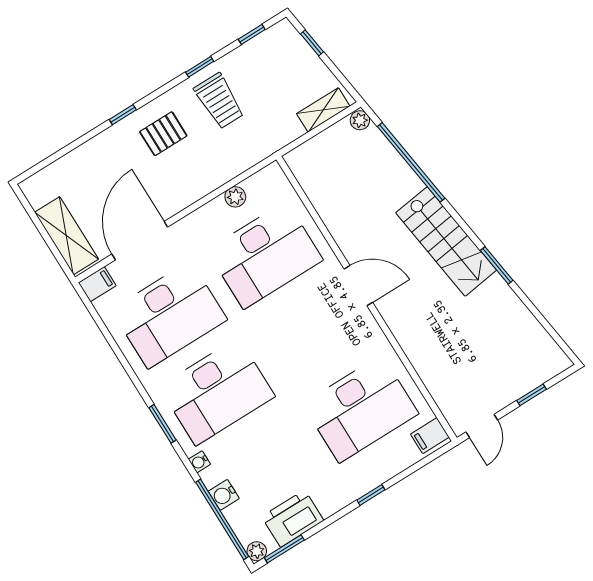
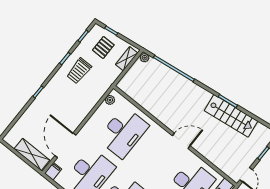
trolley: (219, 101) -> (79, 71), turned 90
pallet: (163, 134) -> (103, 47), moved
plant: (235, 197) -> (110, 100), moved
stairs: (446, 241) -> (231, 116), moved
door: (358, 286) -> (181, 141), moved

